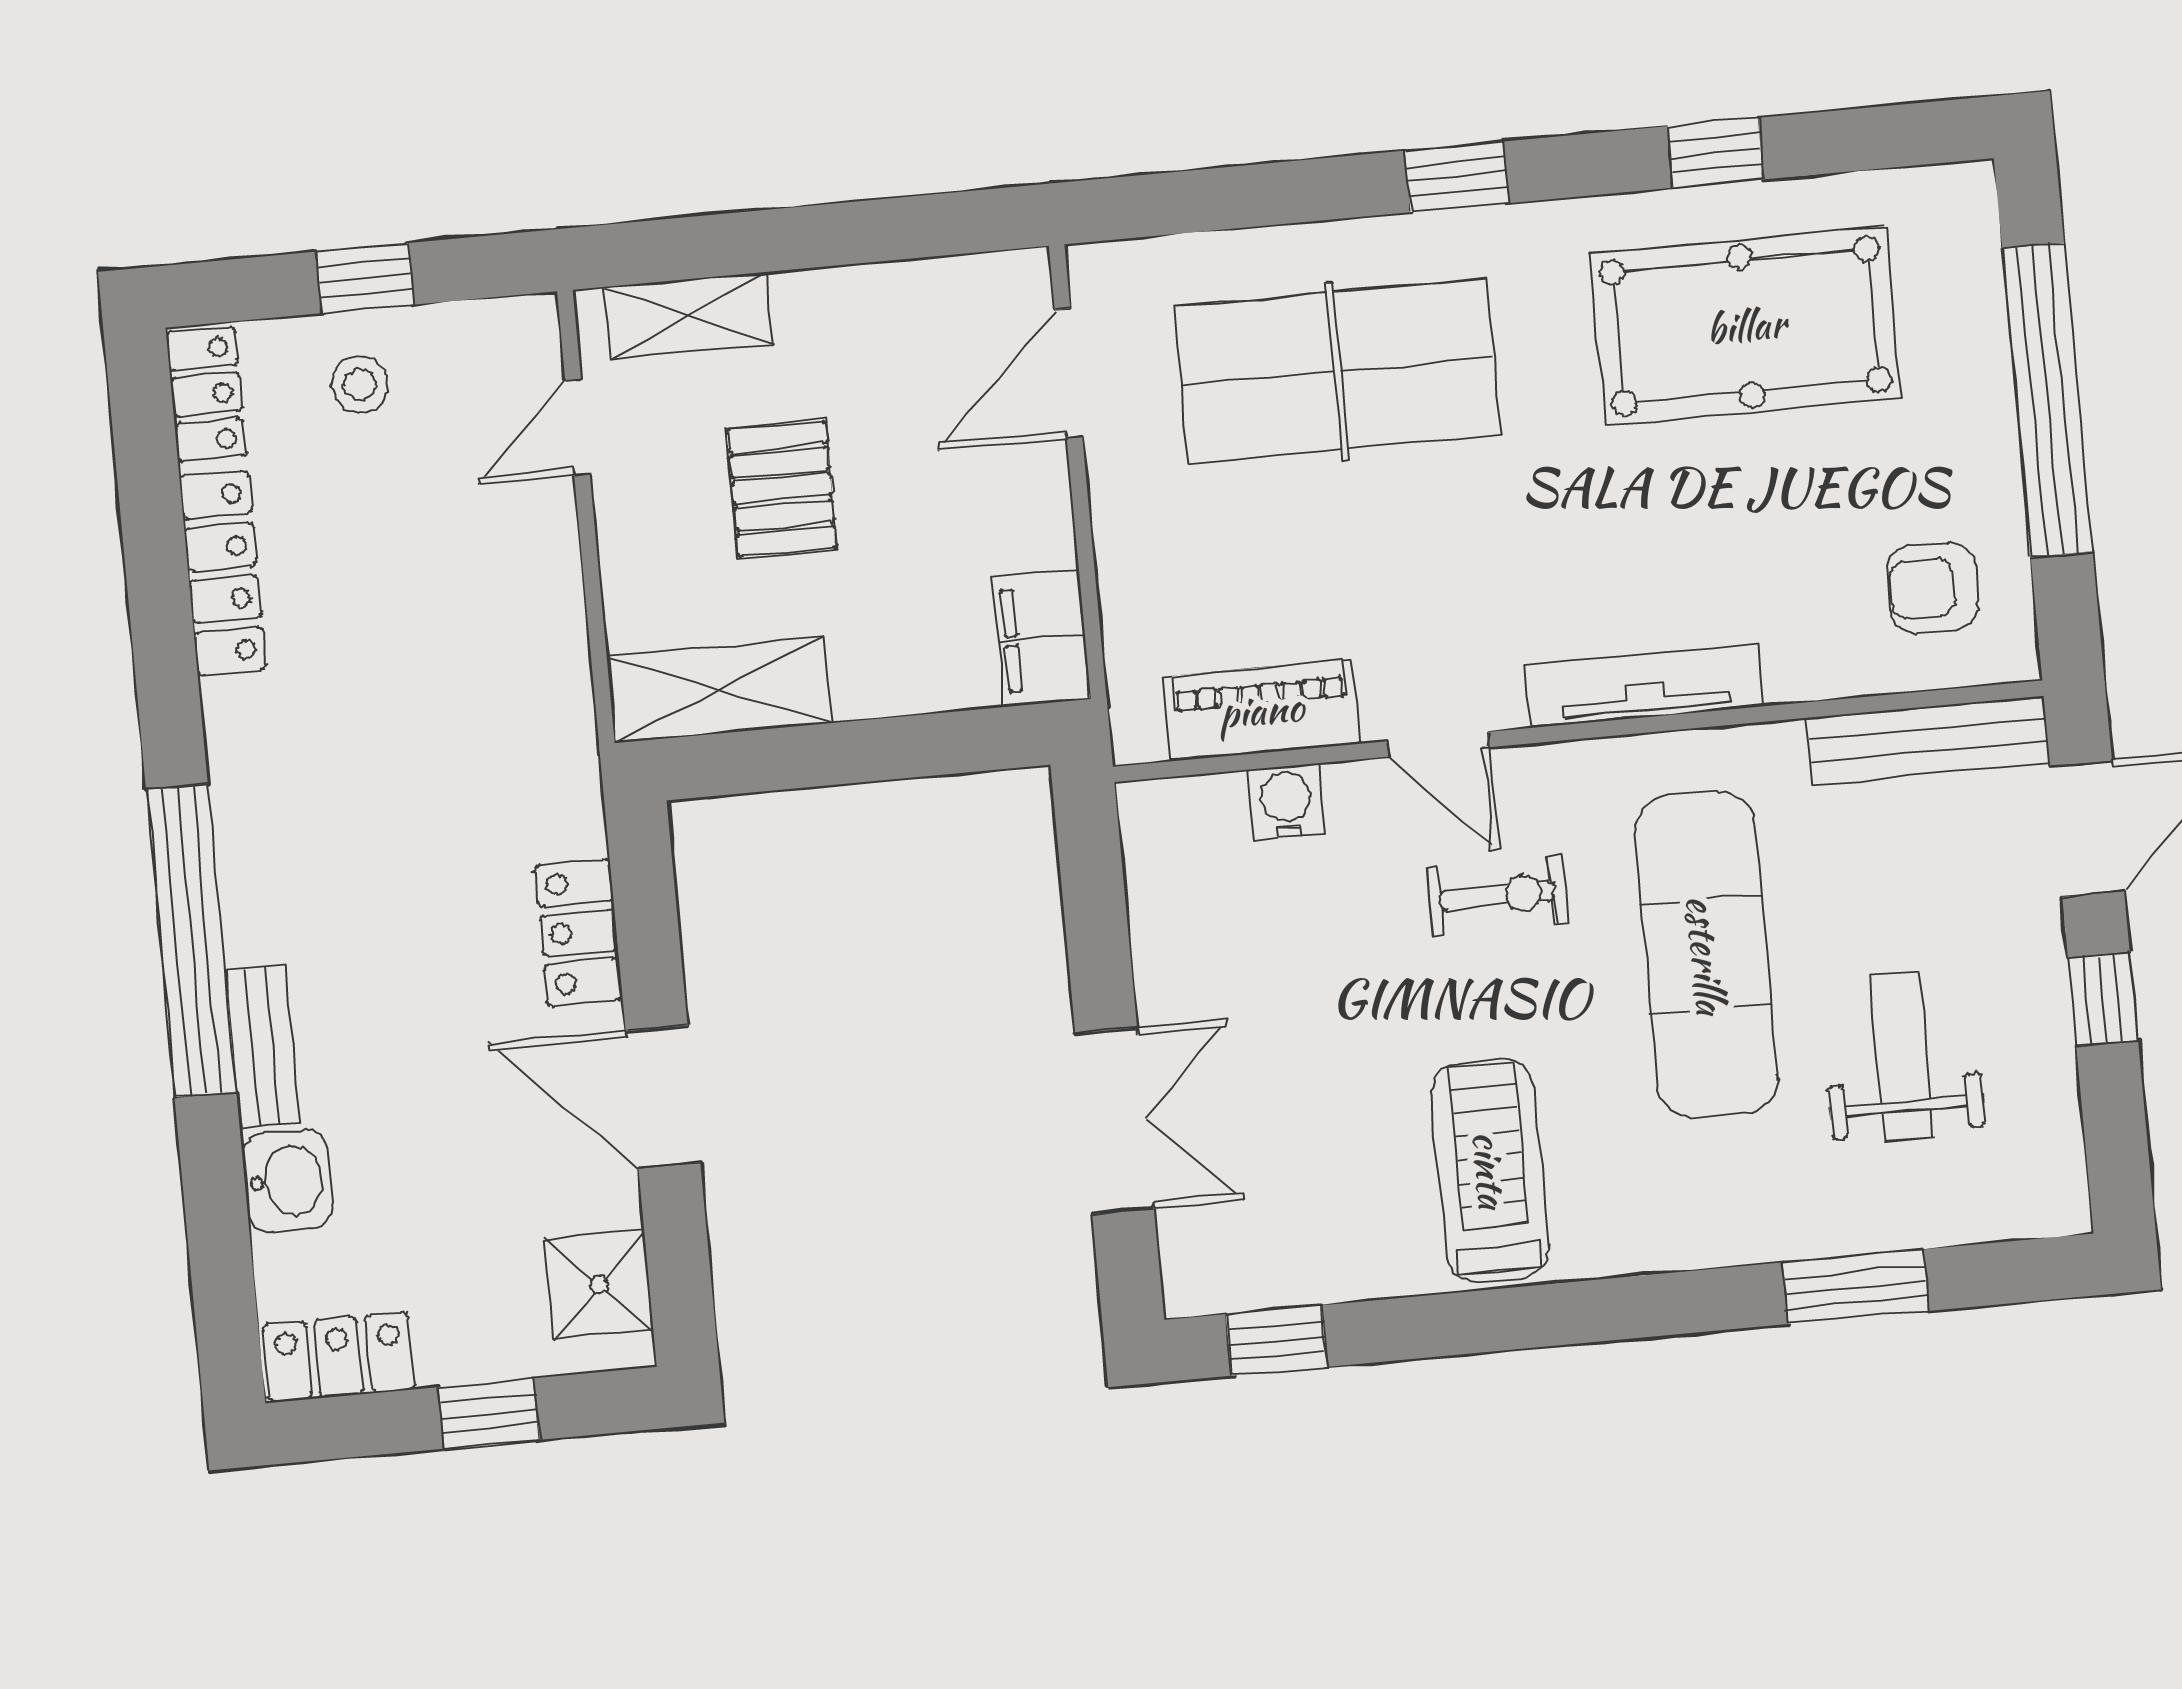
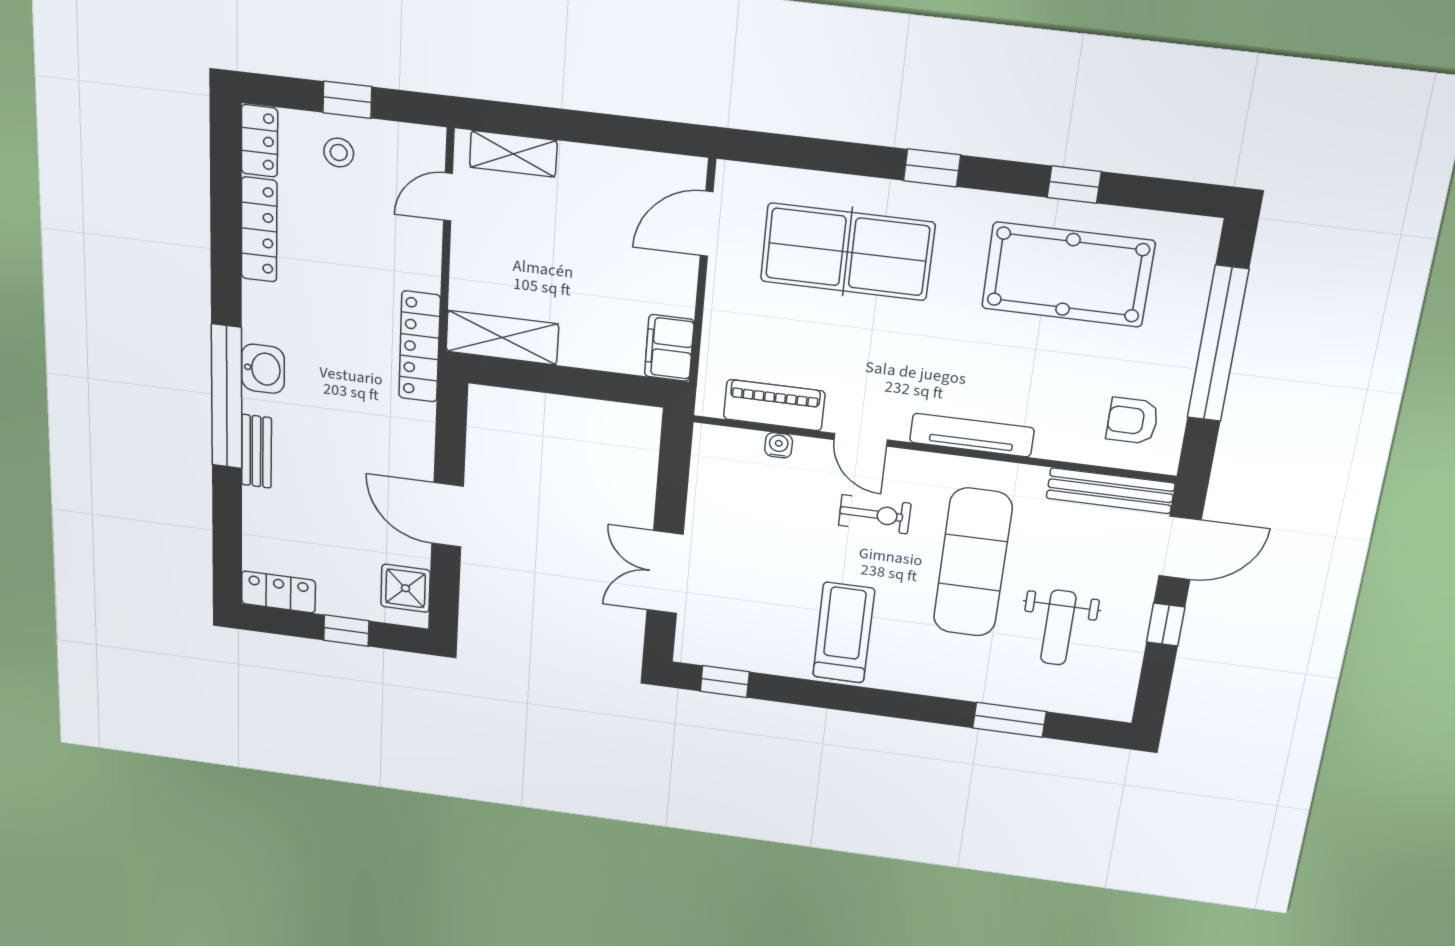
pallet: (782, 489) -> (549, 249), removed
water cooler: (1286, 802) -> (779, 445), width x0.72, depth x0.72
locker: (579, 933) -> (419, 347), moved, width x1.53
weight bench: (1902, 1056) -> (1058, 628), turned 180
double door: (1115, 1121) -> (665, 572), swing flipped
washbasin: (288, 1181) -> (263, 369), moved

